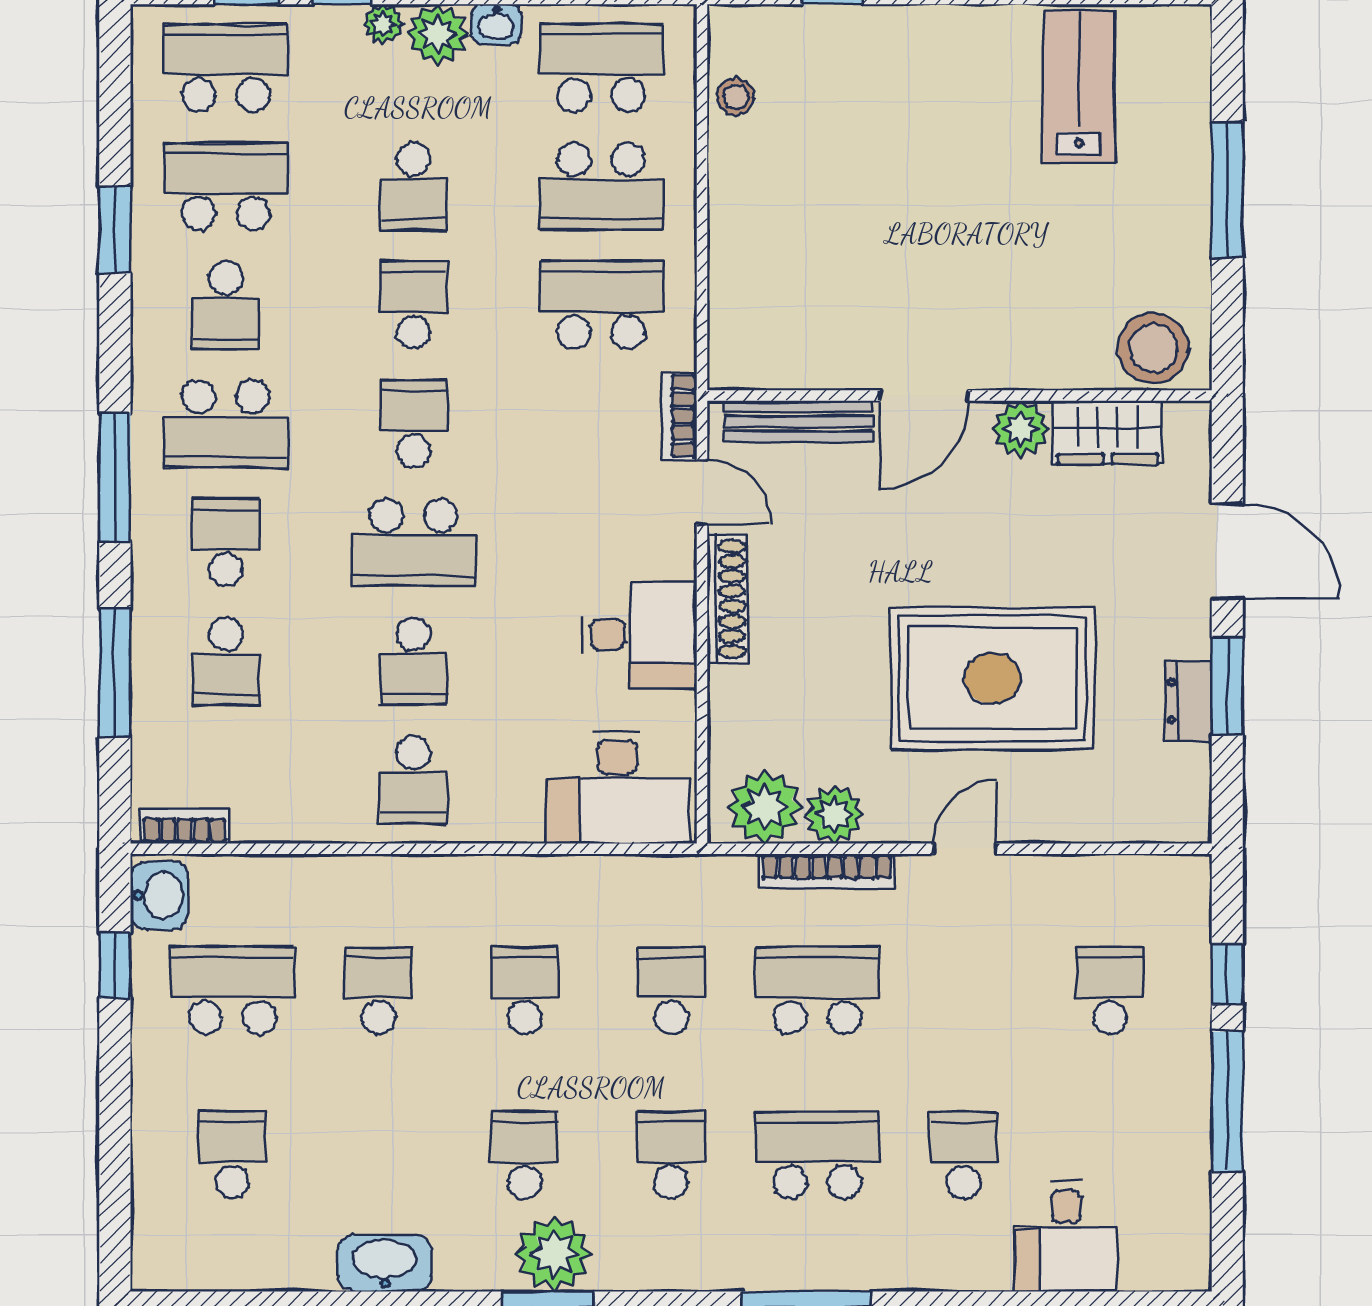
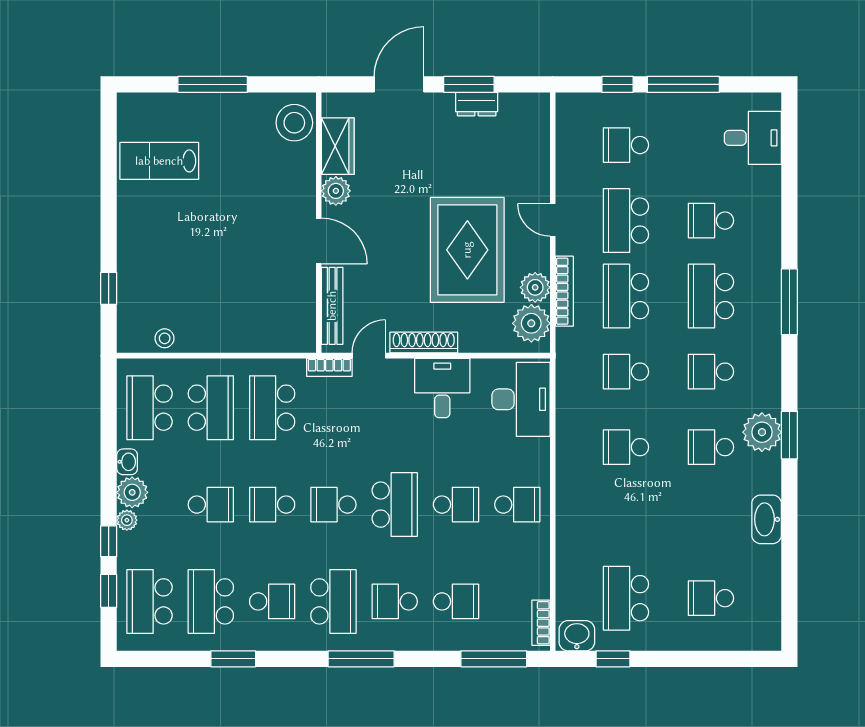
window: (115, 673) -> (494, 659), moved
rug: (992, 678) -> (467, 250), moved
school desk: (379, 990) -> (626, 221), moved, width x1.85
desk: (1066, 1236) -> (753, 138), moved

